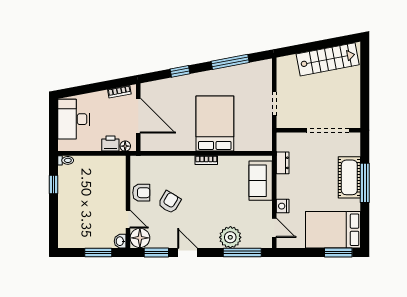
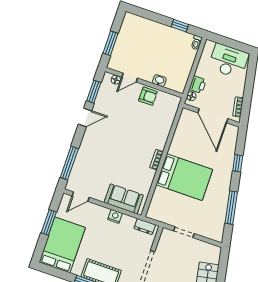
door: (138, 116) -> (213, 116), hinge flipped
dresser: (283, 163) -> (145, 227), moved
armchair: (141, 193) -> (148, 96), turned -90
armchair: (170, 202) -> (132, 117), removed
nightstand: (283, 206) -> (115, 216), moved
plant: (230, 237) -> (85, 157), removed
floor lamp: (140, 238) -> (116, 80), width x0.53, depth x0.53
washbasin: (120, 241) -> (159, 81), moved
window: (338, 253) -> (49, 222), moved

